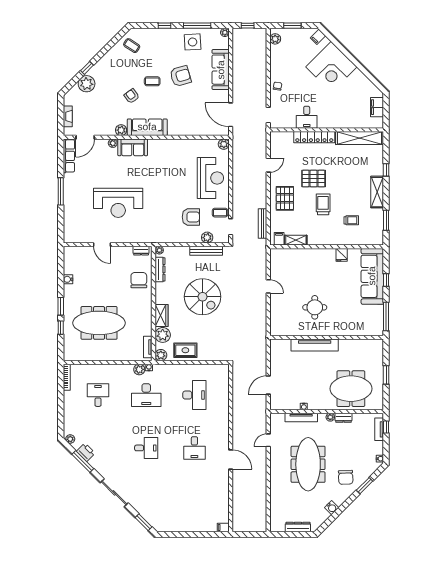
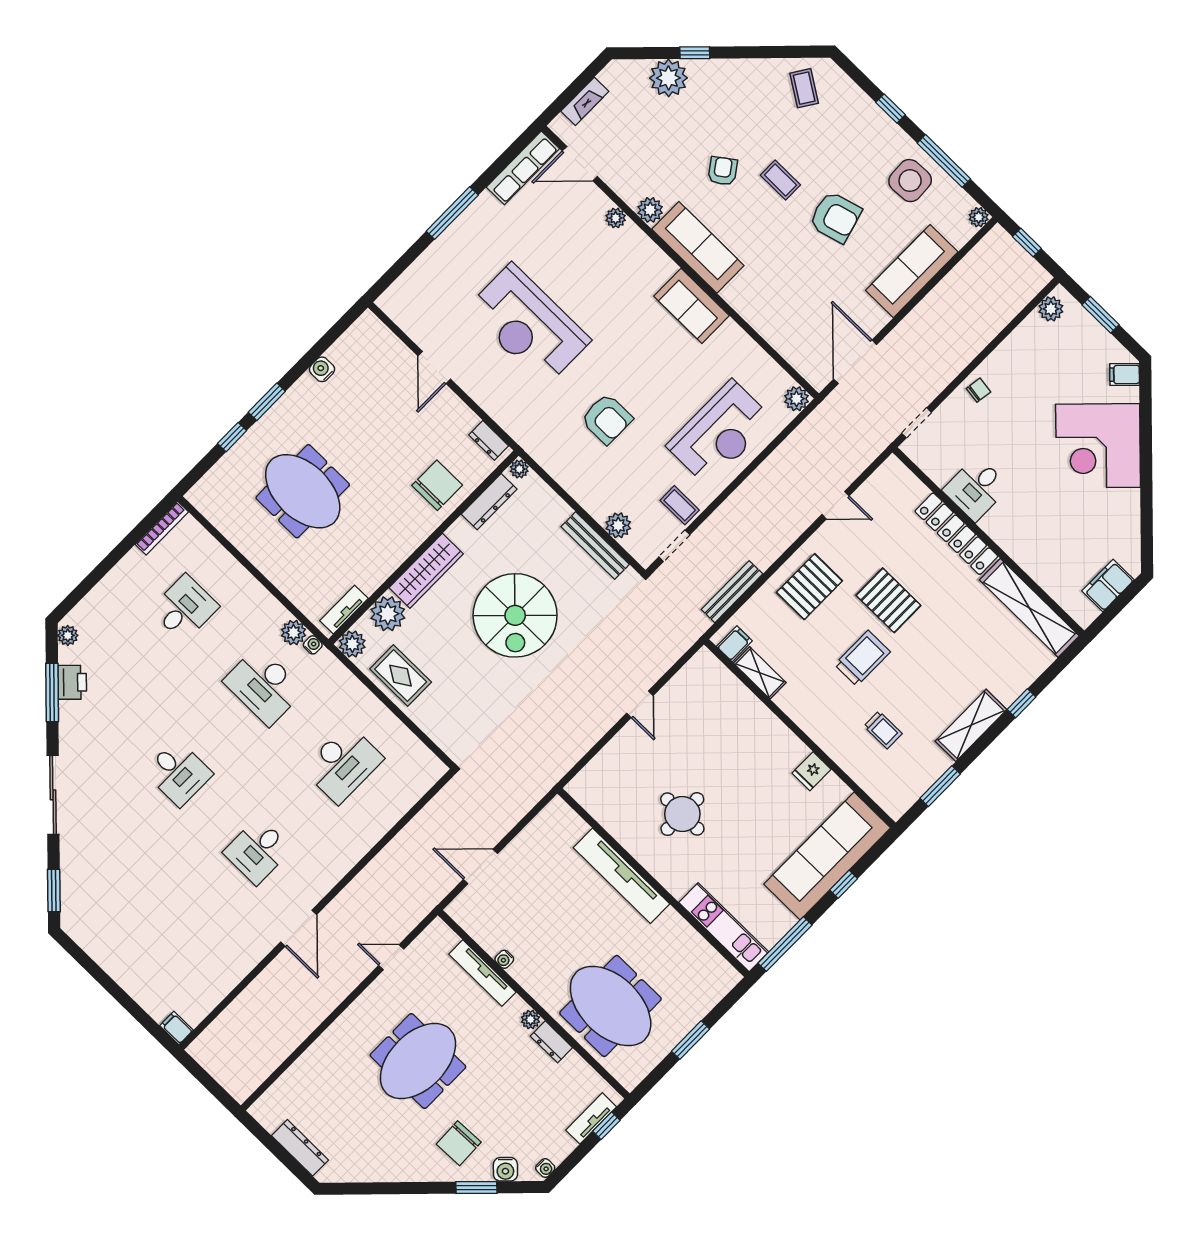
sofa: (133, 147) -> (692, 306), moved
armchair: (191, 217) -> (607, 419), moved
wardrobe: (161, 316) -> (426, 571), width x1.50
meeting table: (99, 323) -> (303, 491), width x0.73
kitchen unit: (362, 330) -> (724, 927), added
meeting table: (308, 464) -> (418, 1061), width x0.73
water cooler: (332, 508) -> (505, 1169), moved

